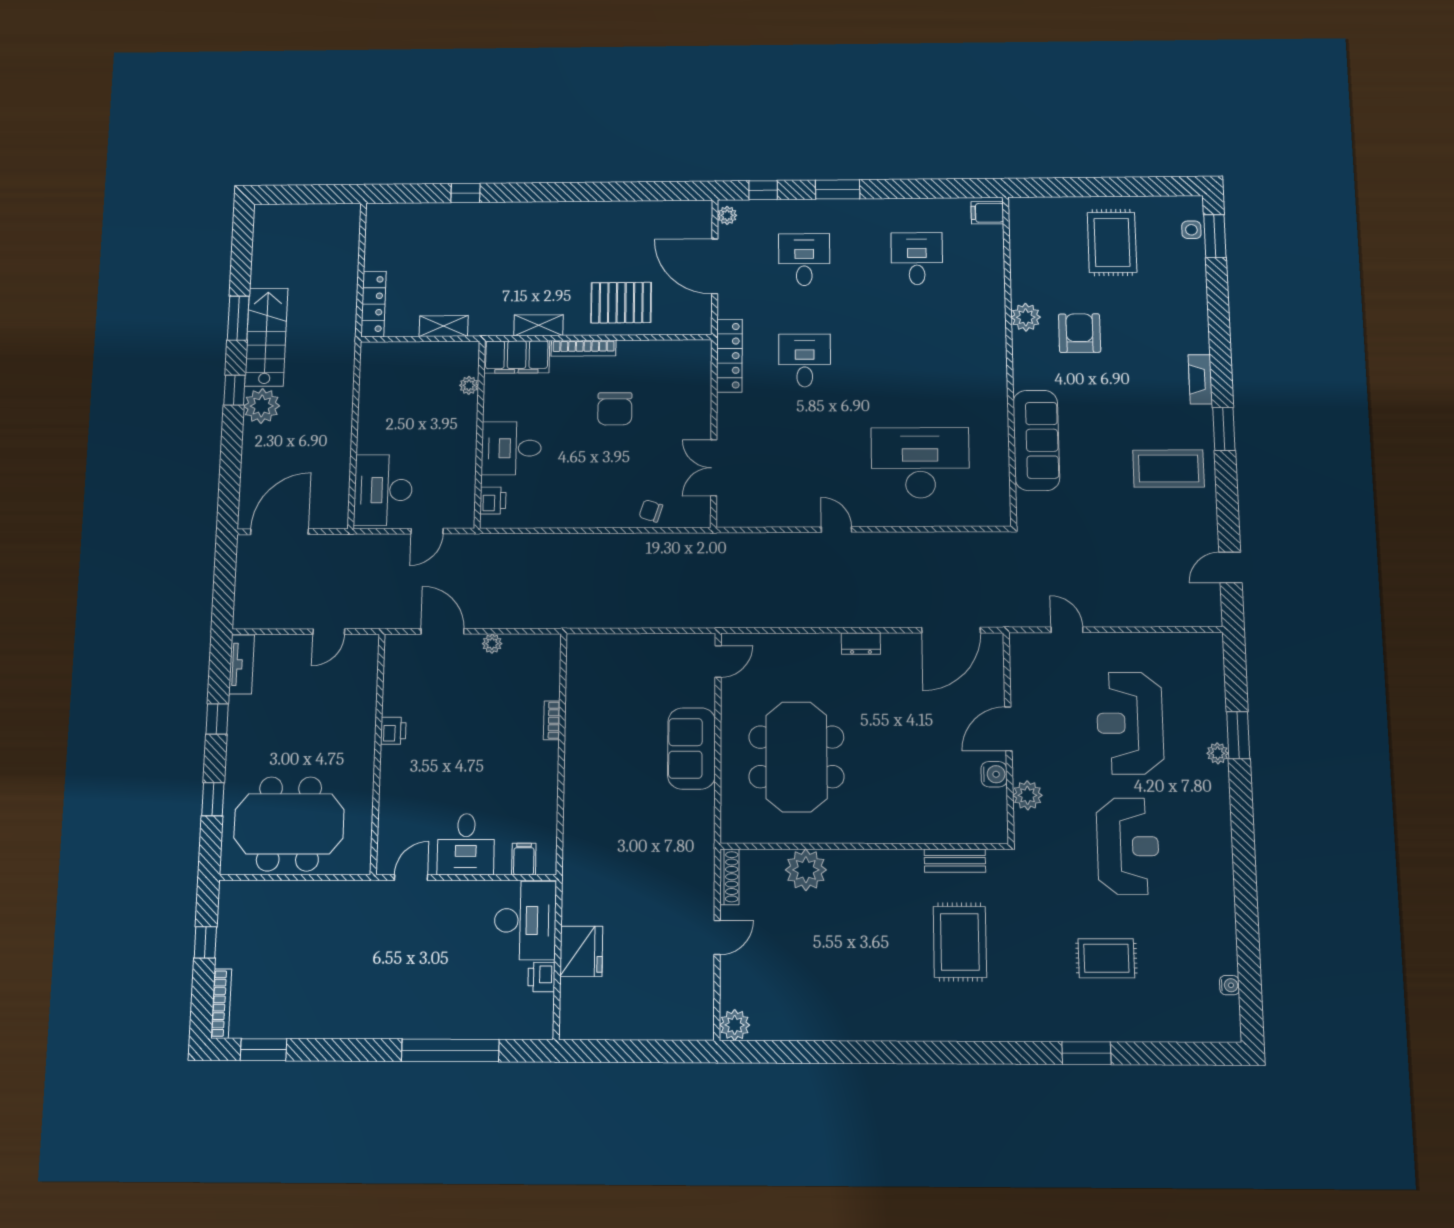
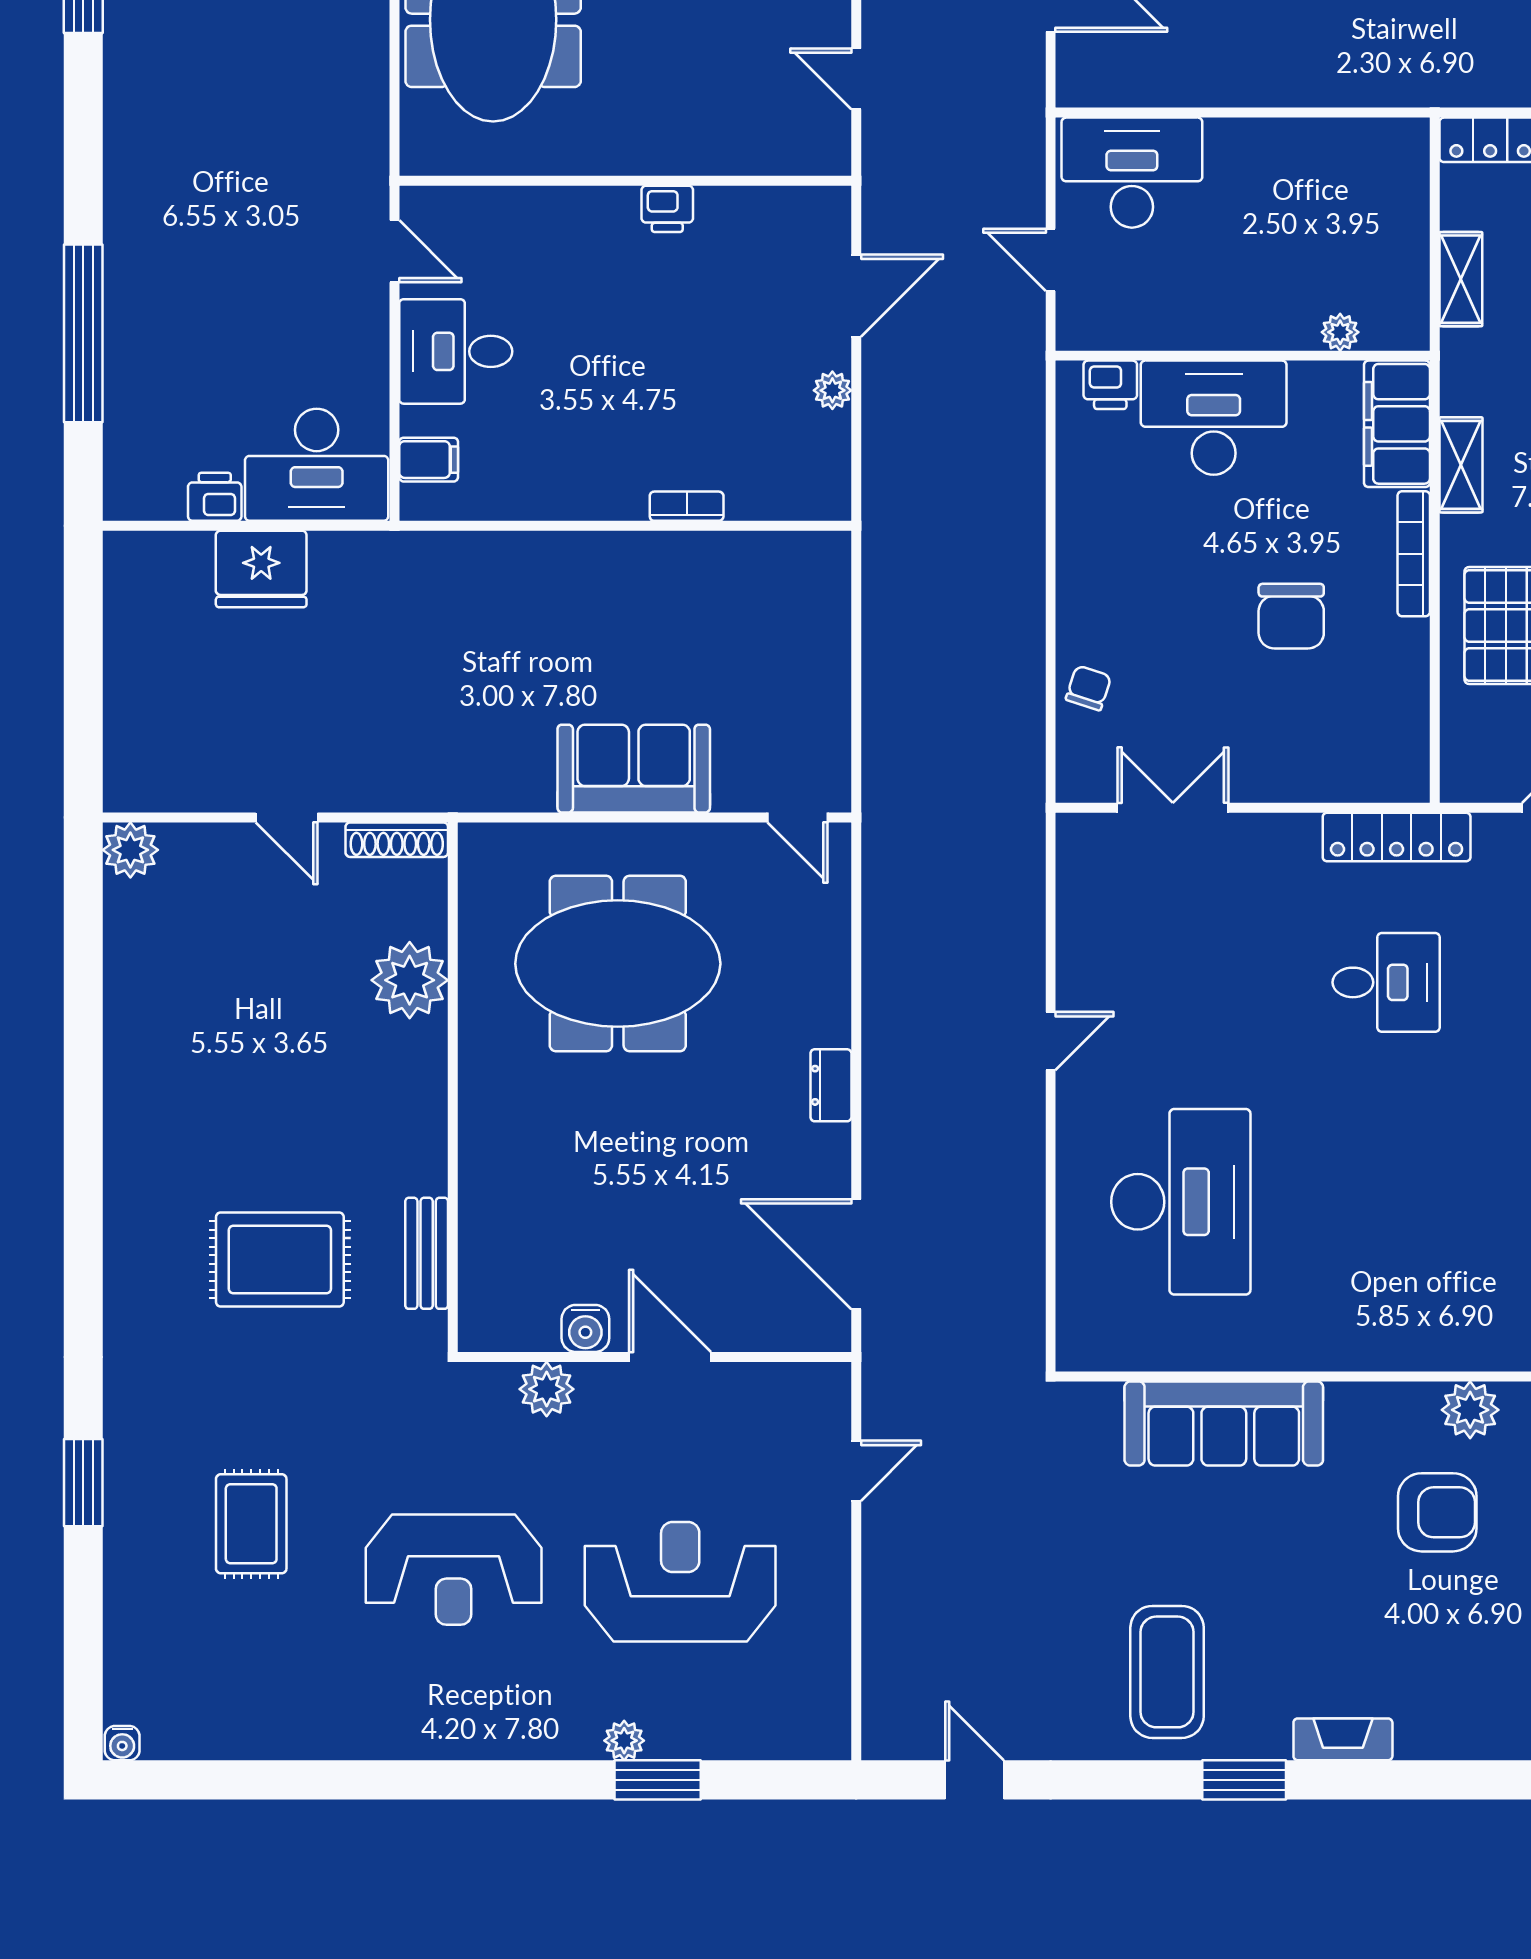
chair: (615, 409) -> (1291, 616), turned -90
desk: (511, 448) -> (1214, 418), width x1.37
water cooler: (1229, 985) -> (122, 1743), moved

